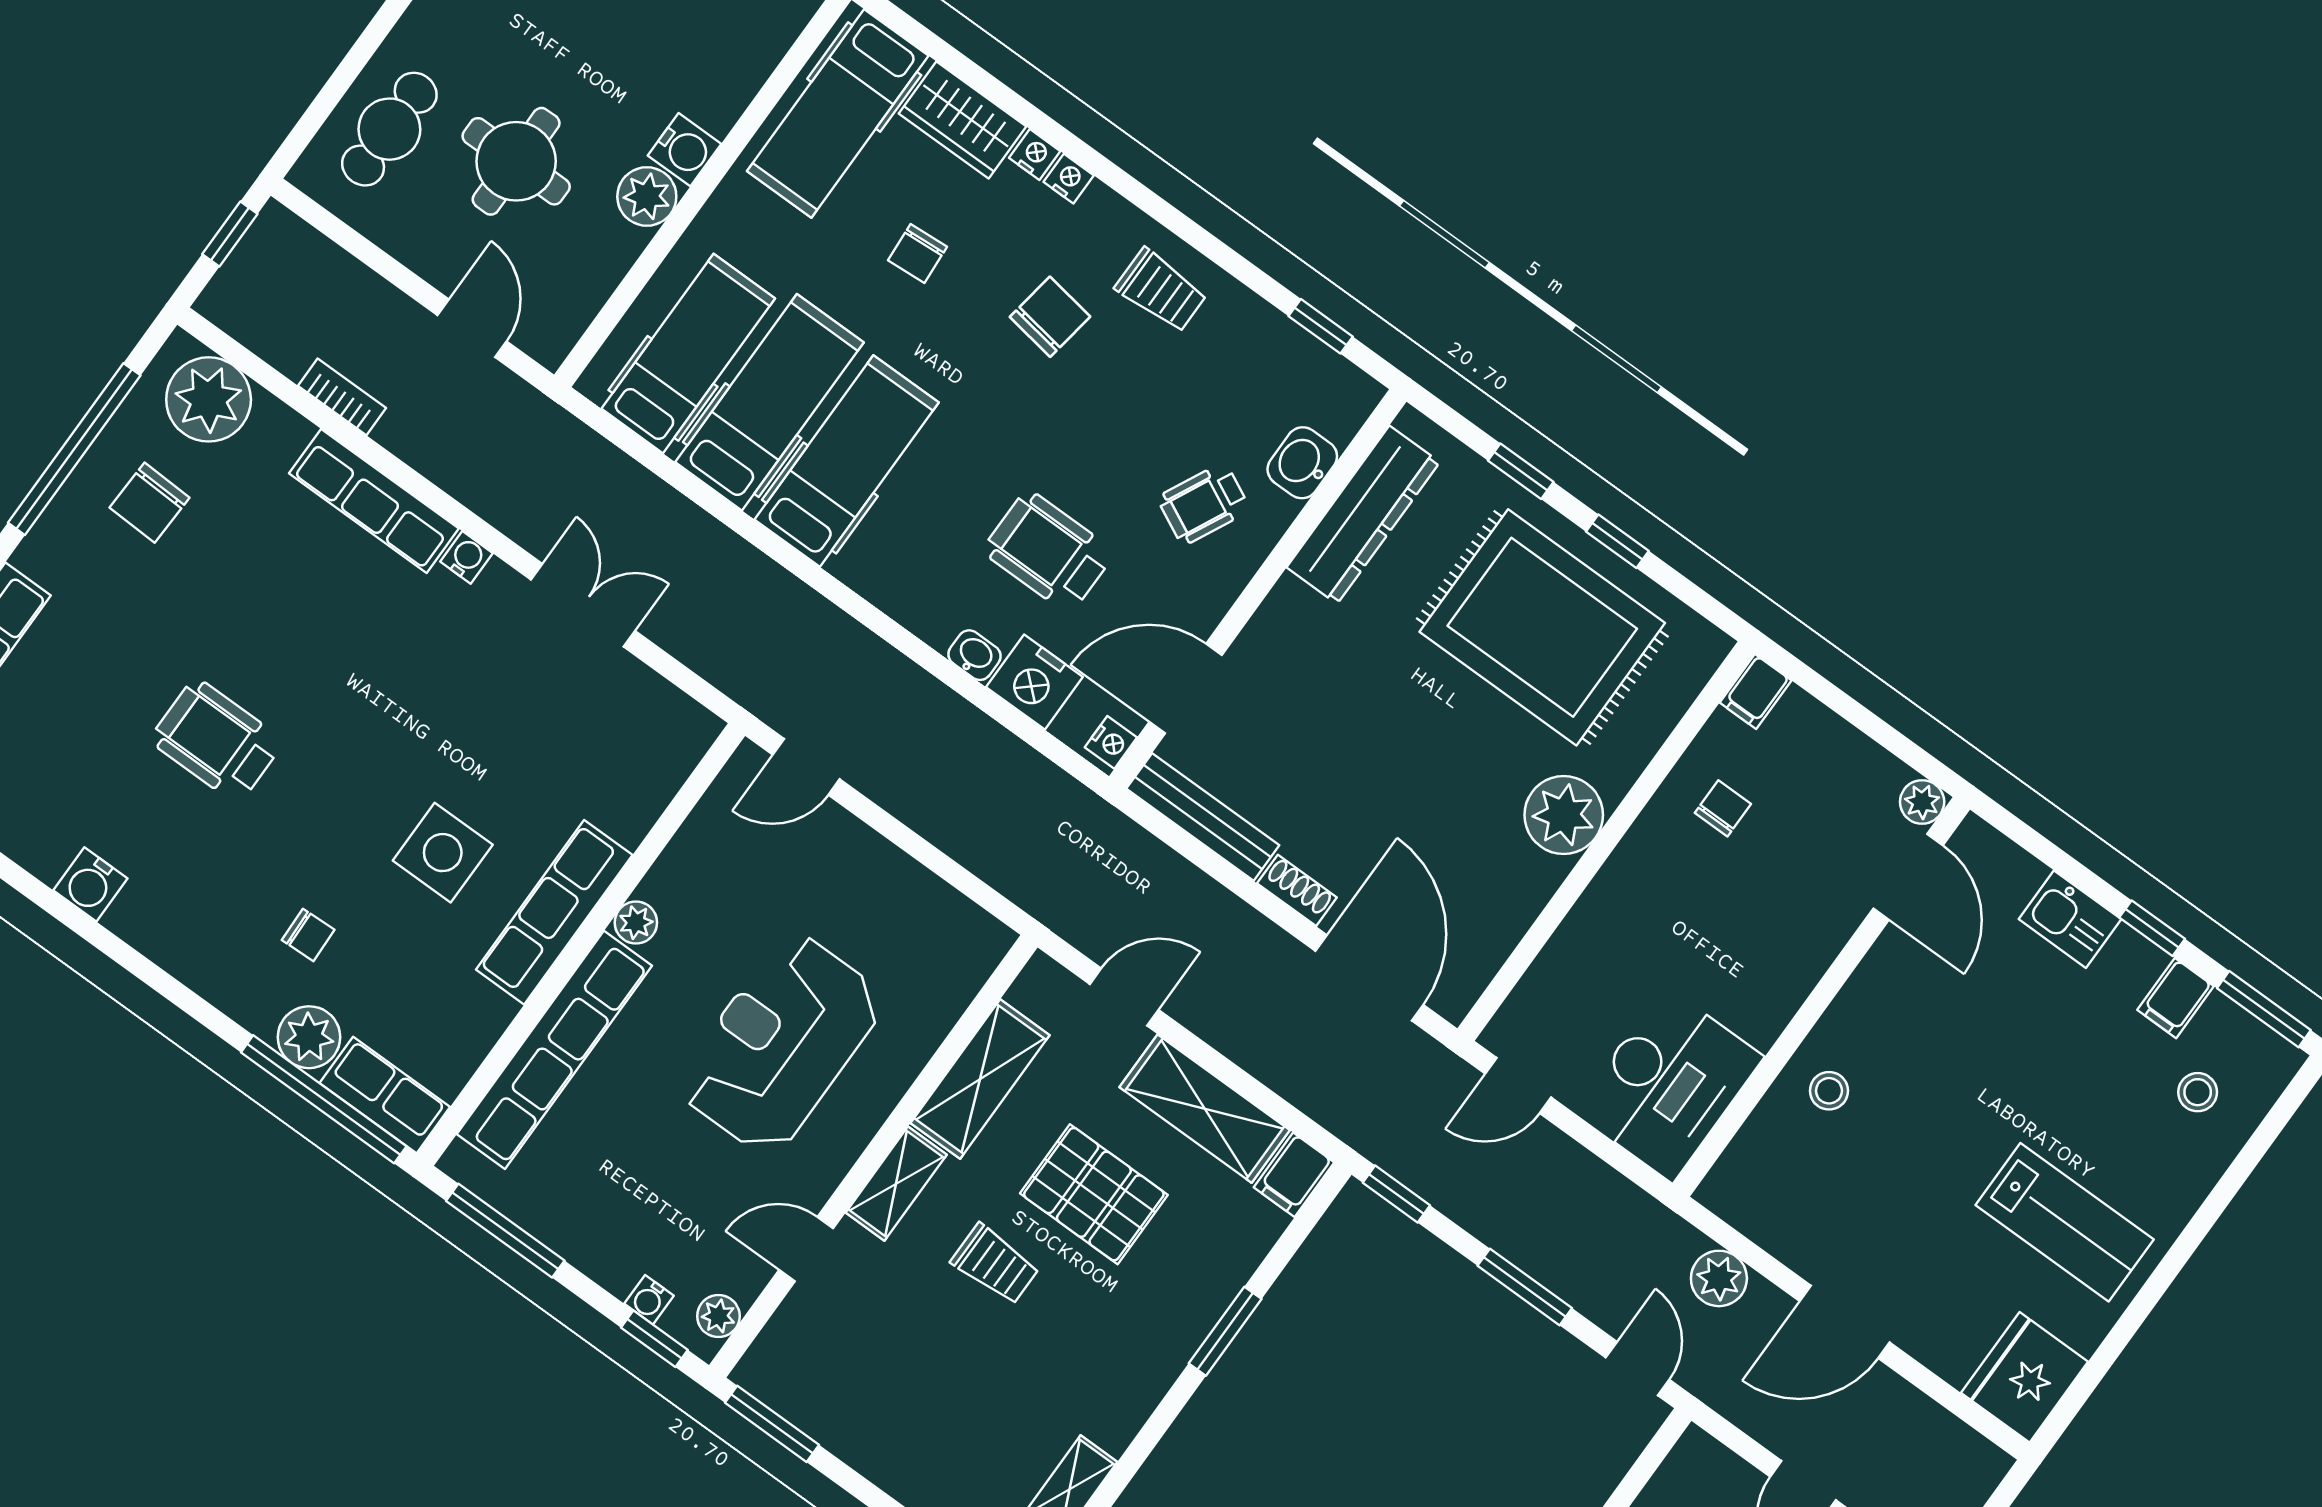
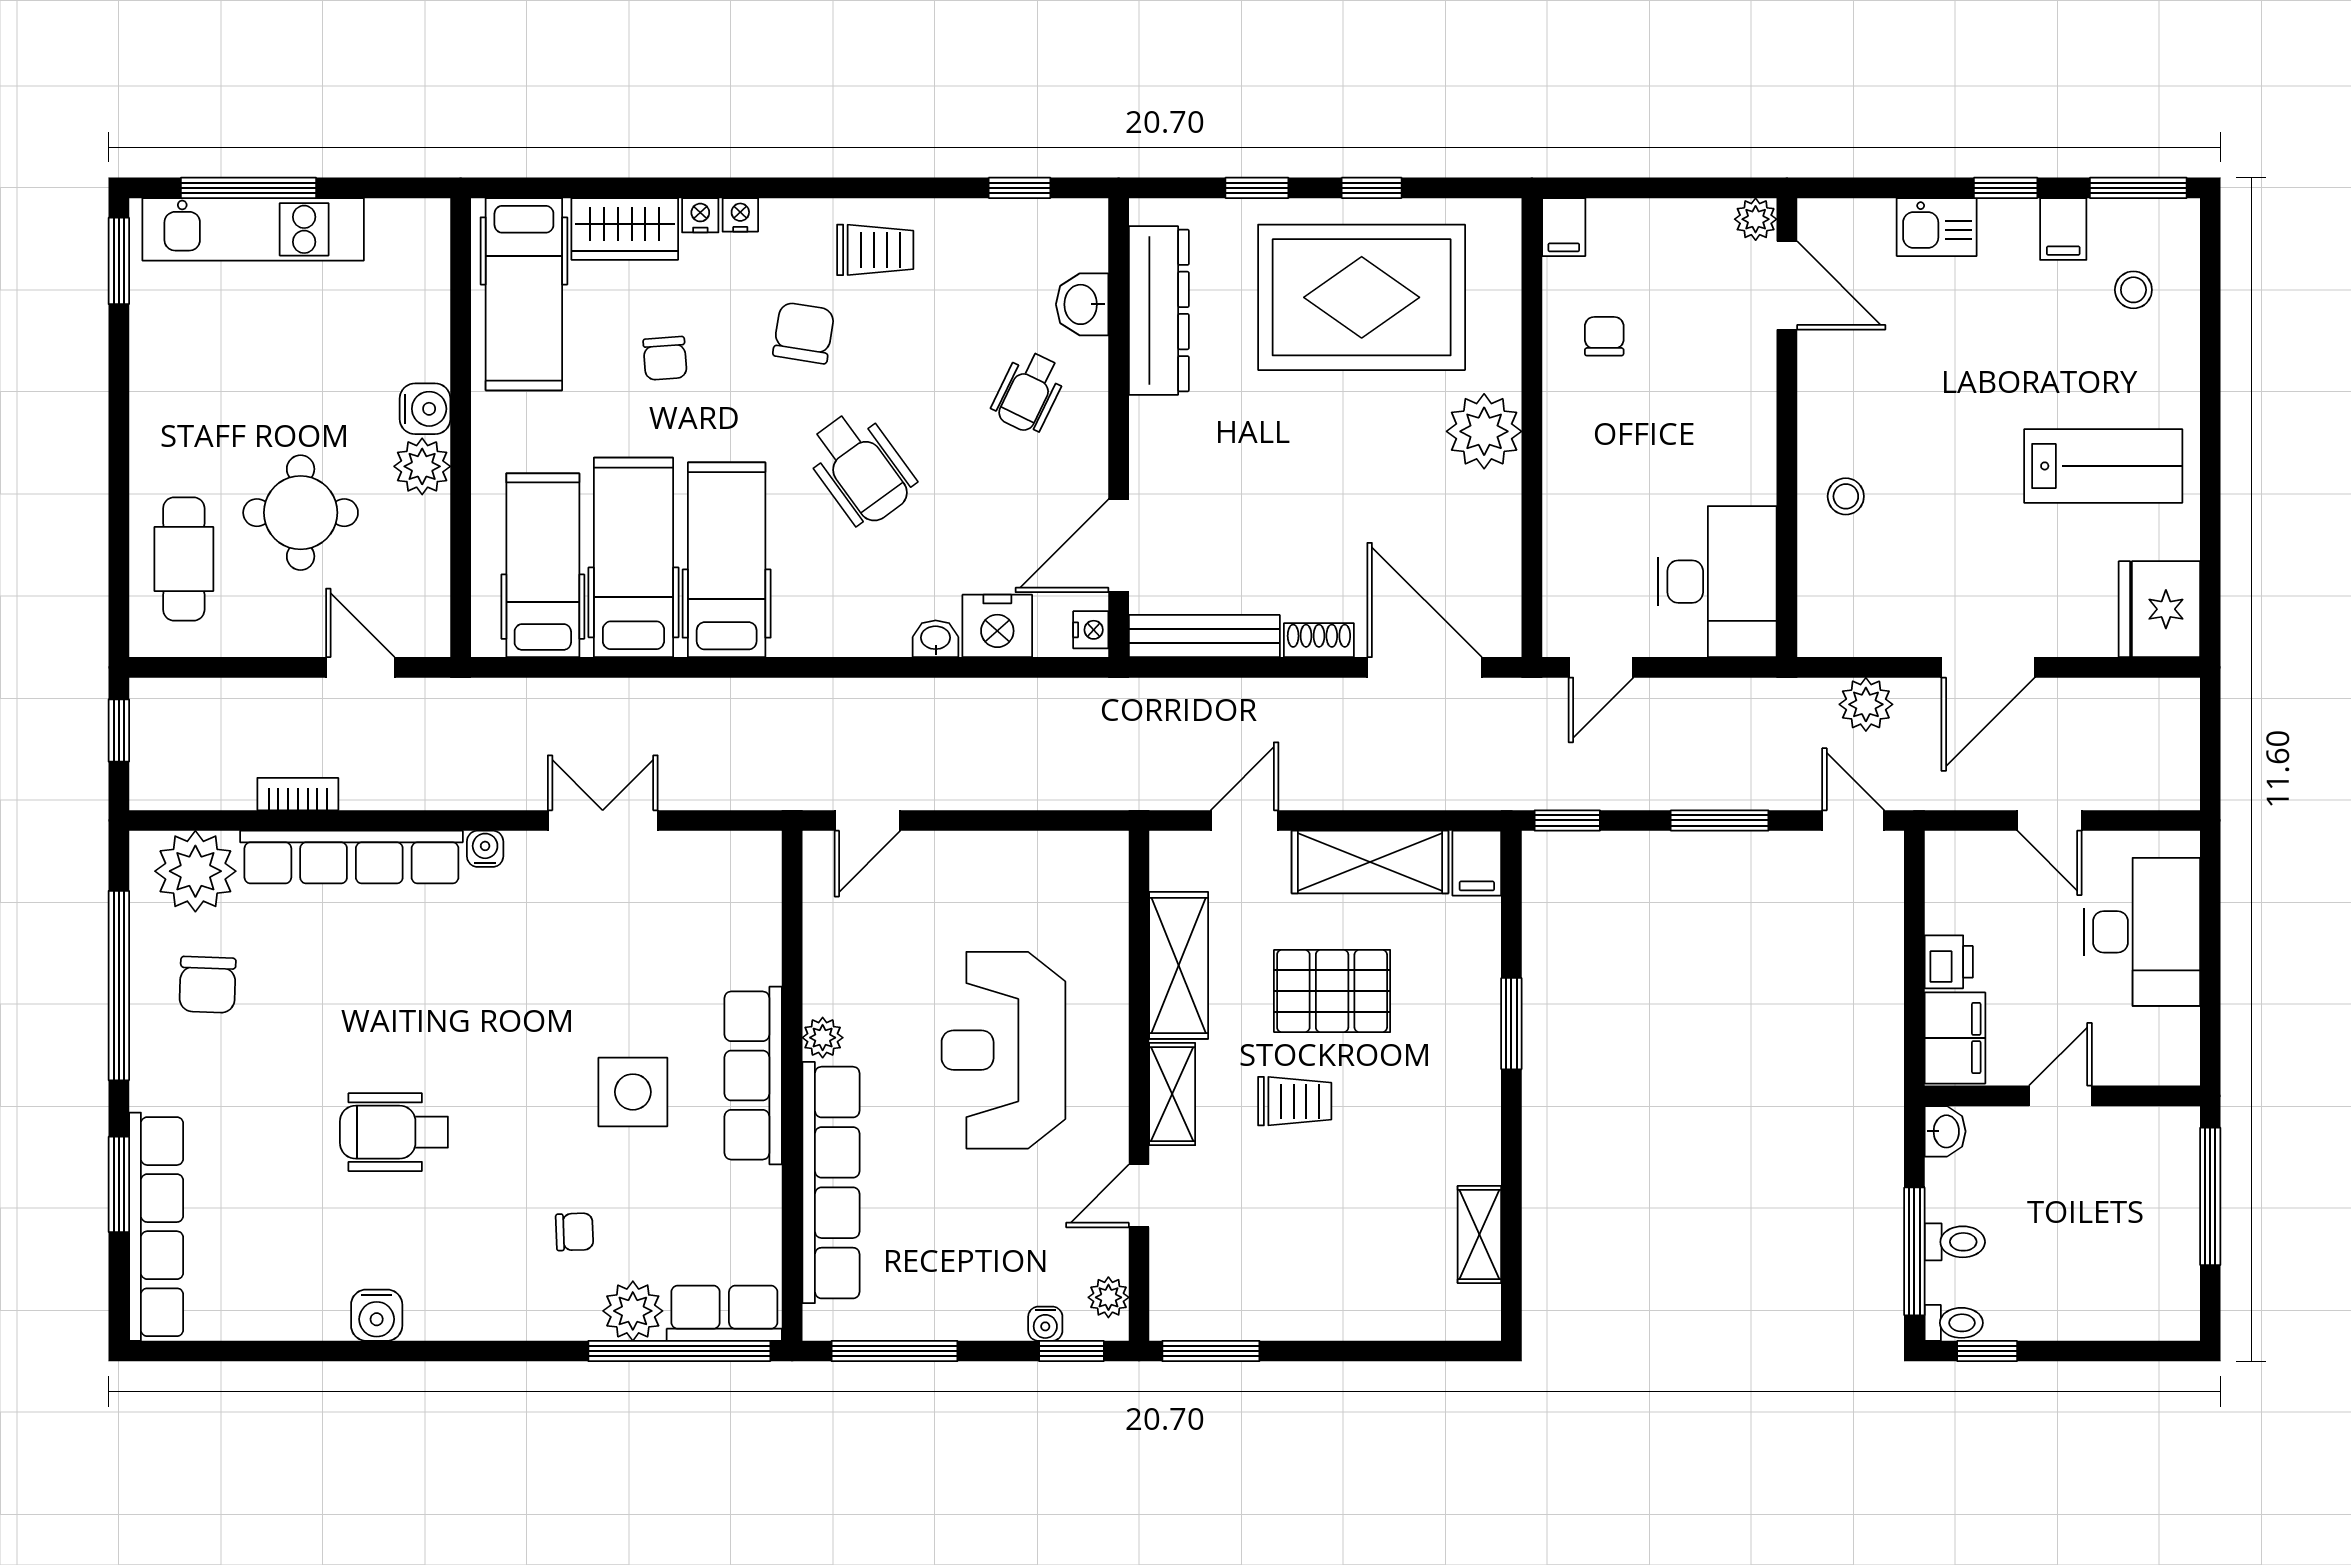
row of seats: (374, 501) -> (351, 857), width x1.36
wheelchair: (1049, 552) -> (861, 468), moved, turned -126

